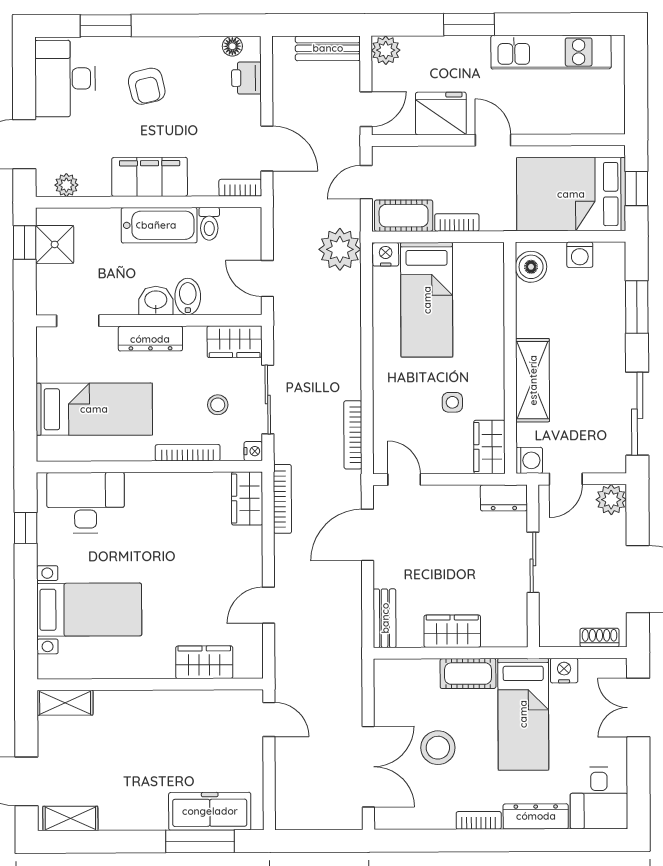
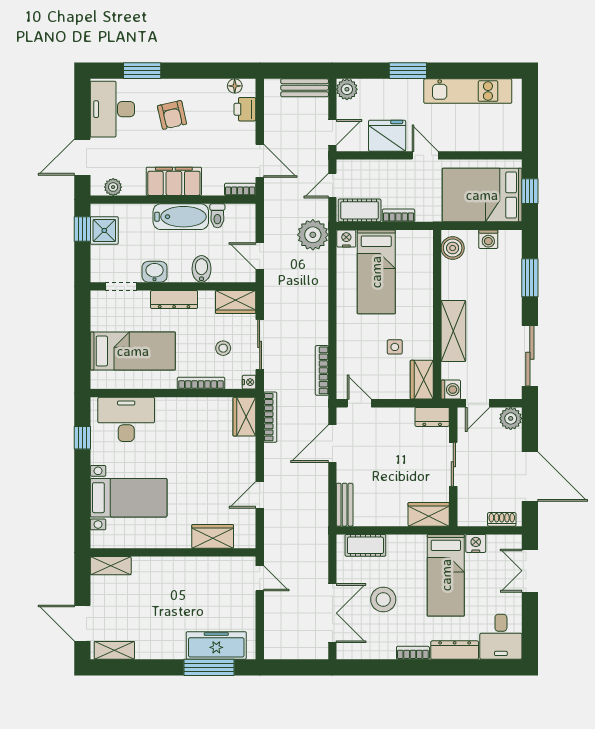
washbasin: (156, 301) -> (155, 272), moved
wardrobe: (452, 631) -> (429, 514), moved
cot: (468, 674) -> (365, 545), moved

